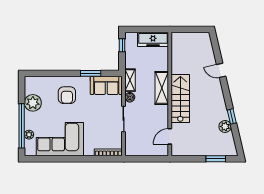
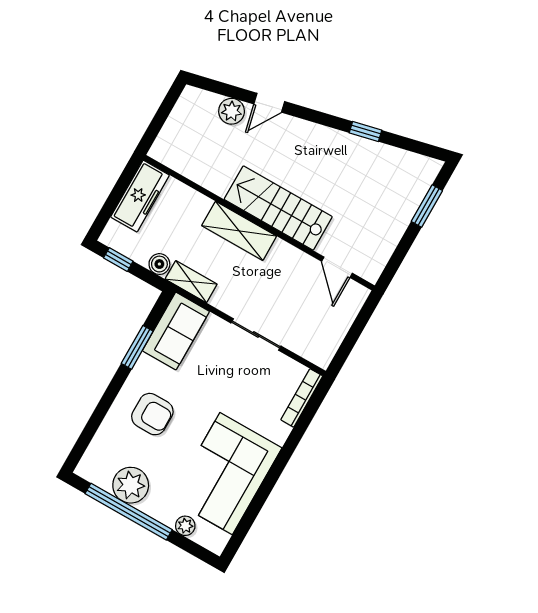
boiler: (130, 97) -> (159, 264), moved
window: (22, 126) -> (129, 512), moved
plant: (225, 126) -> (232, 111), moved

